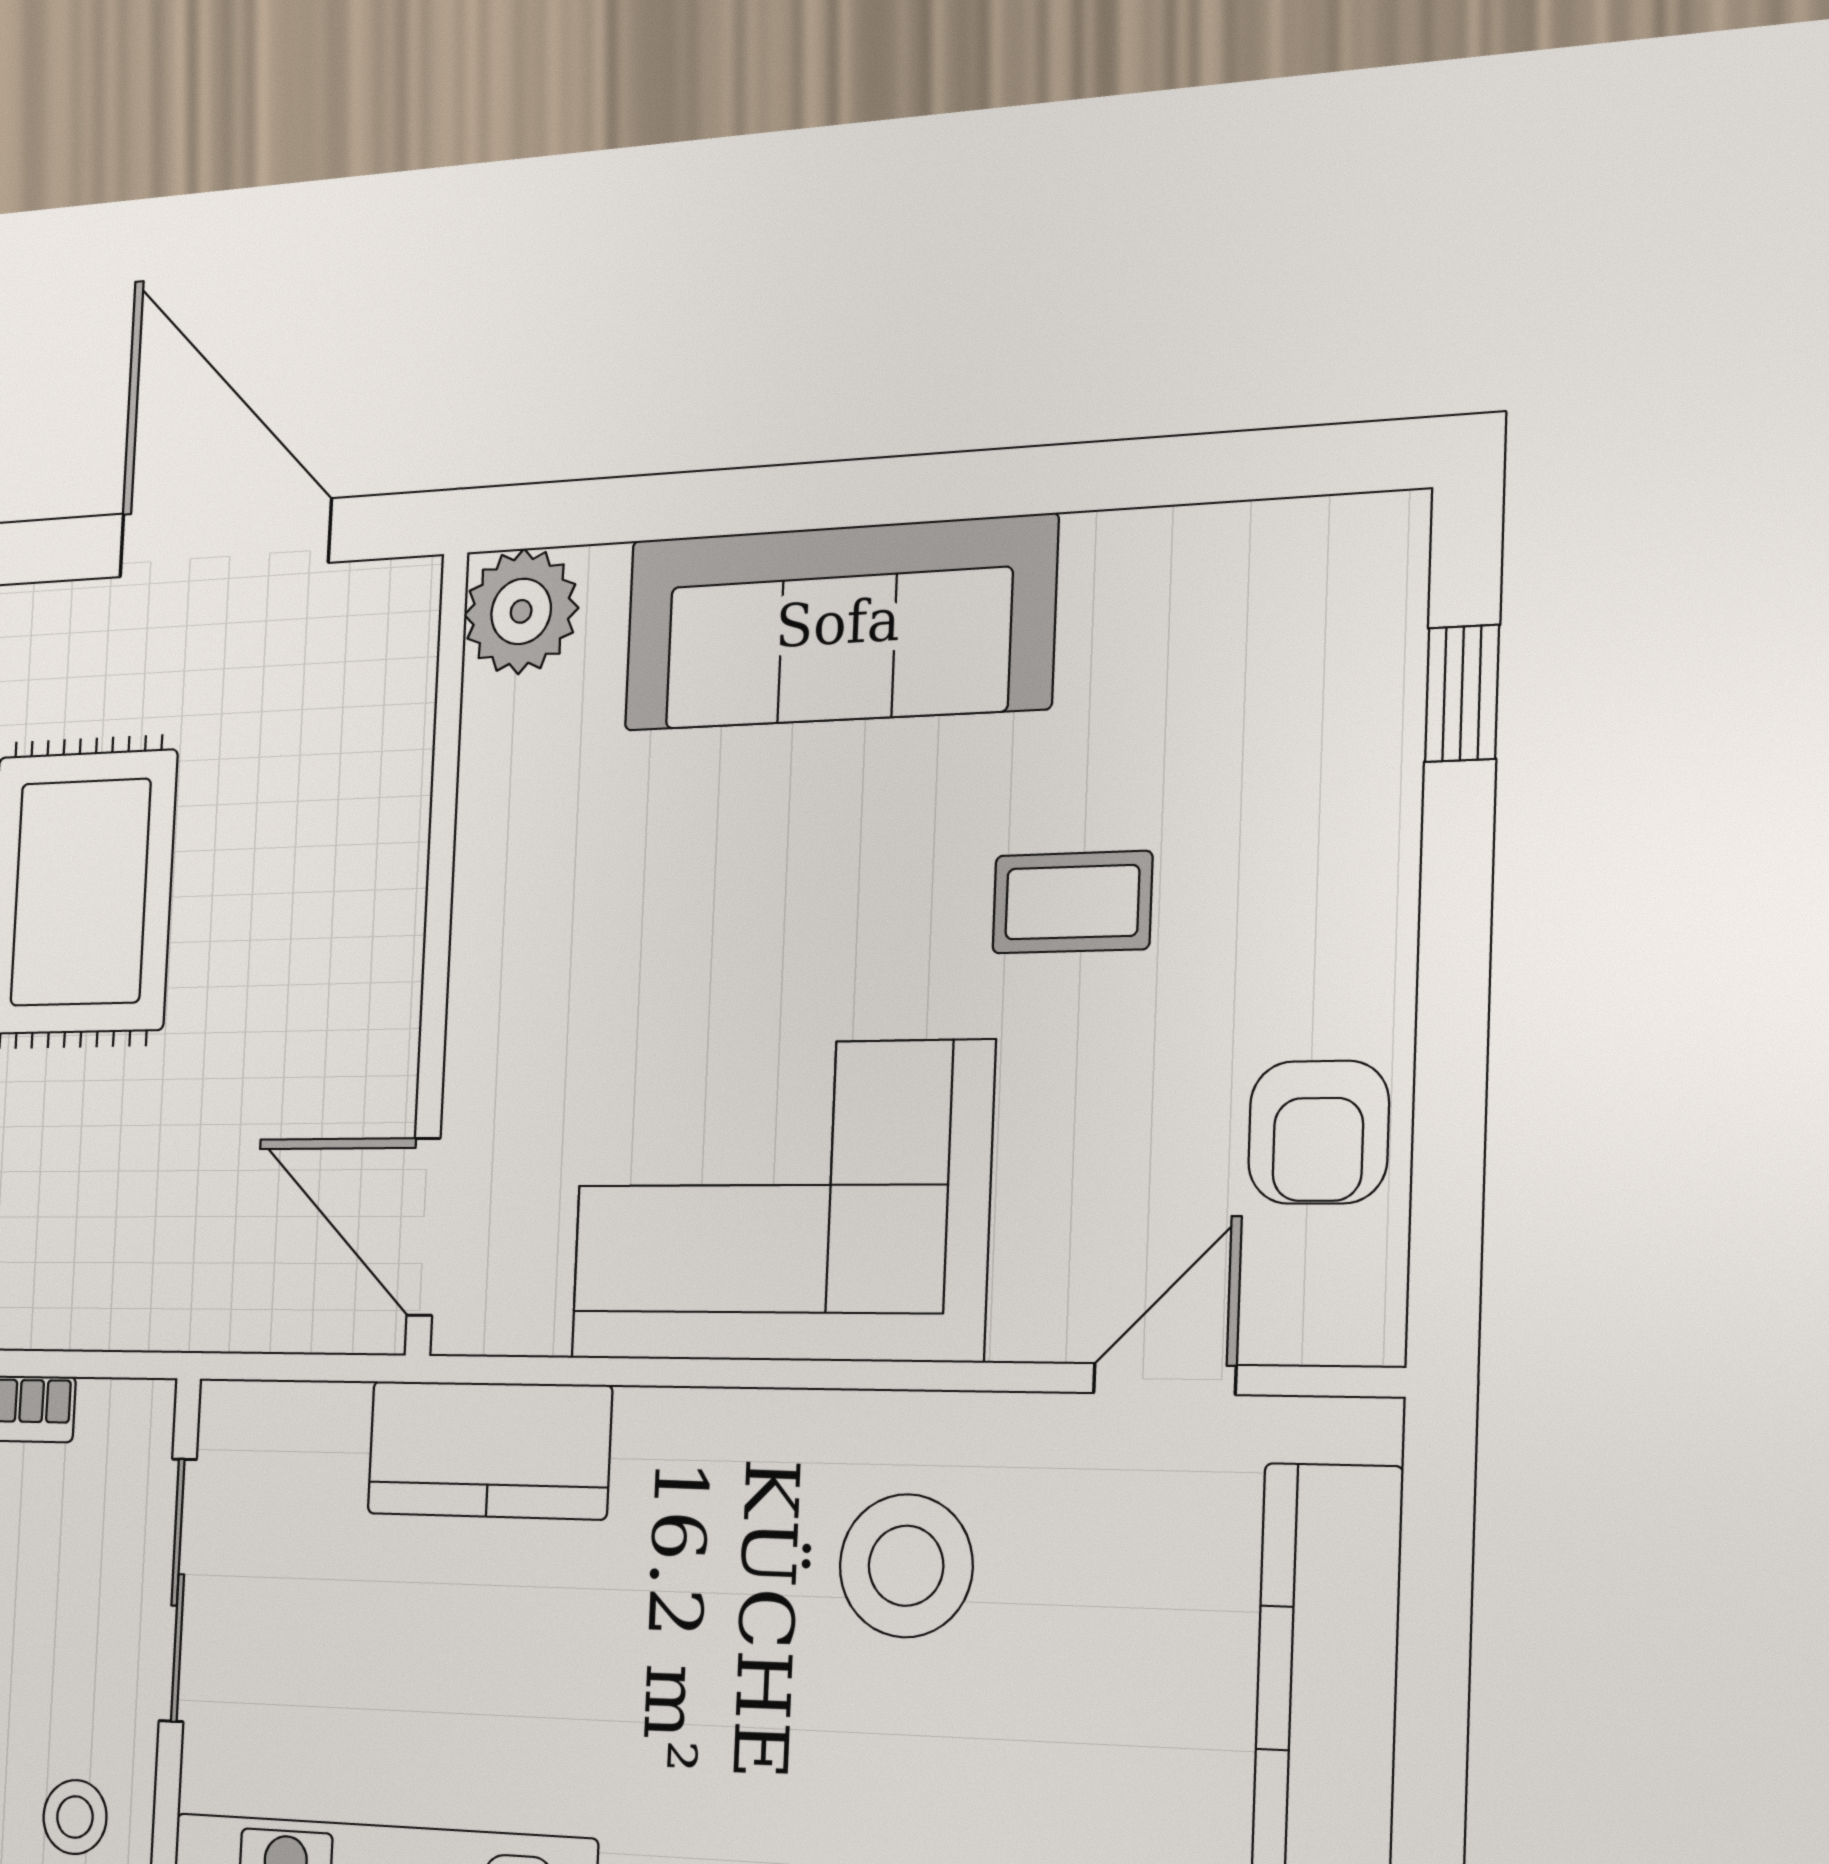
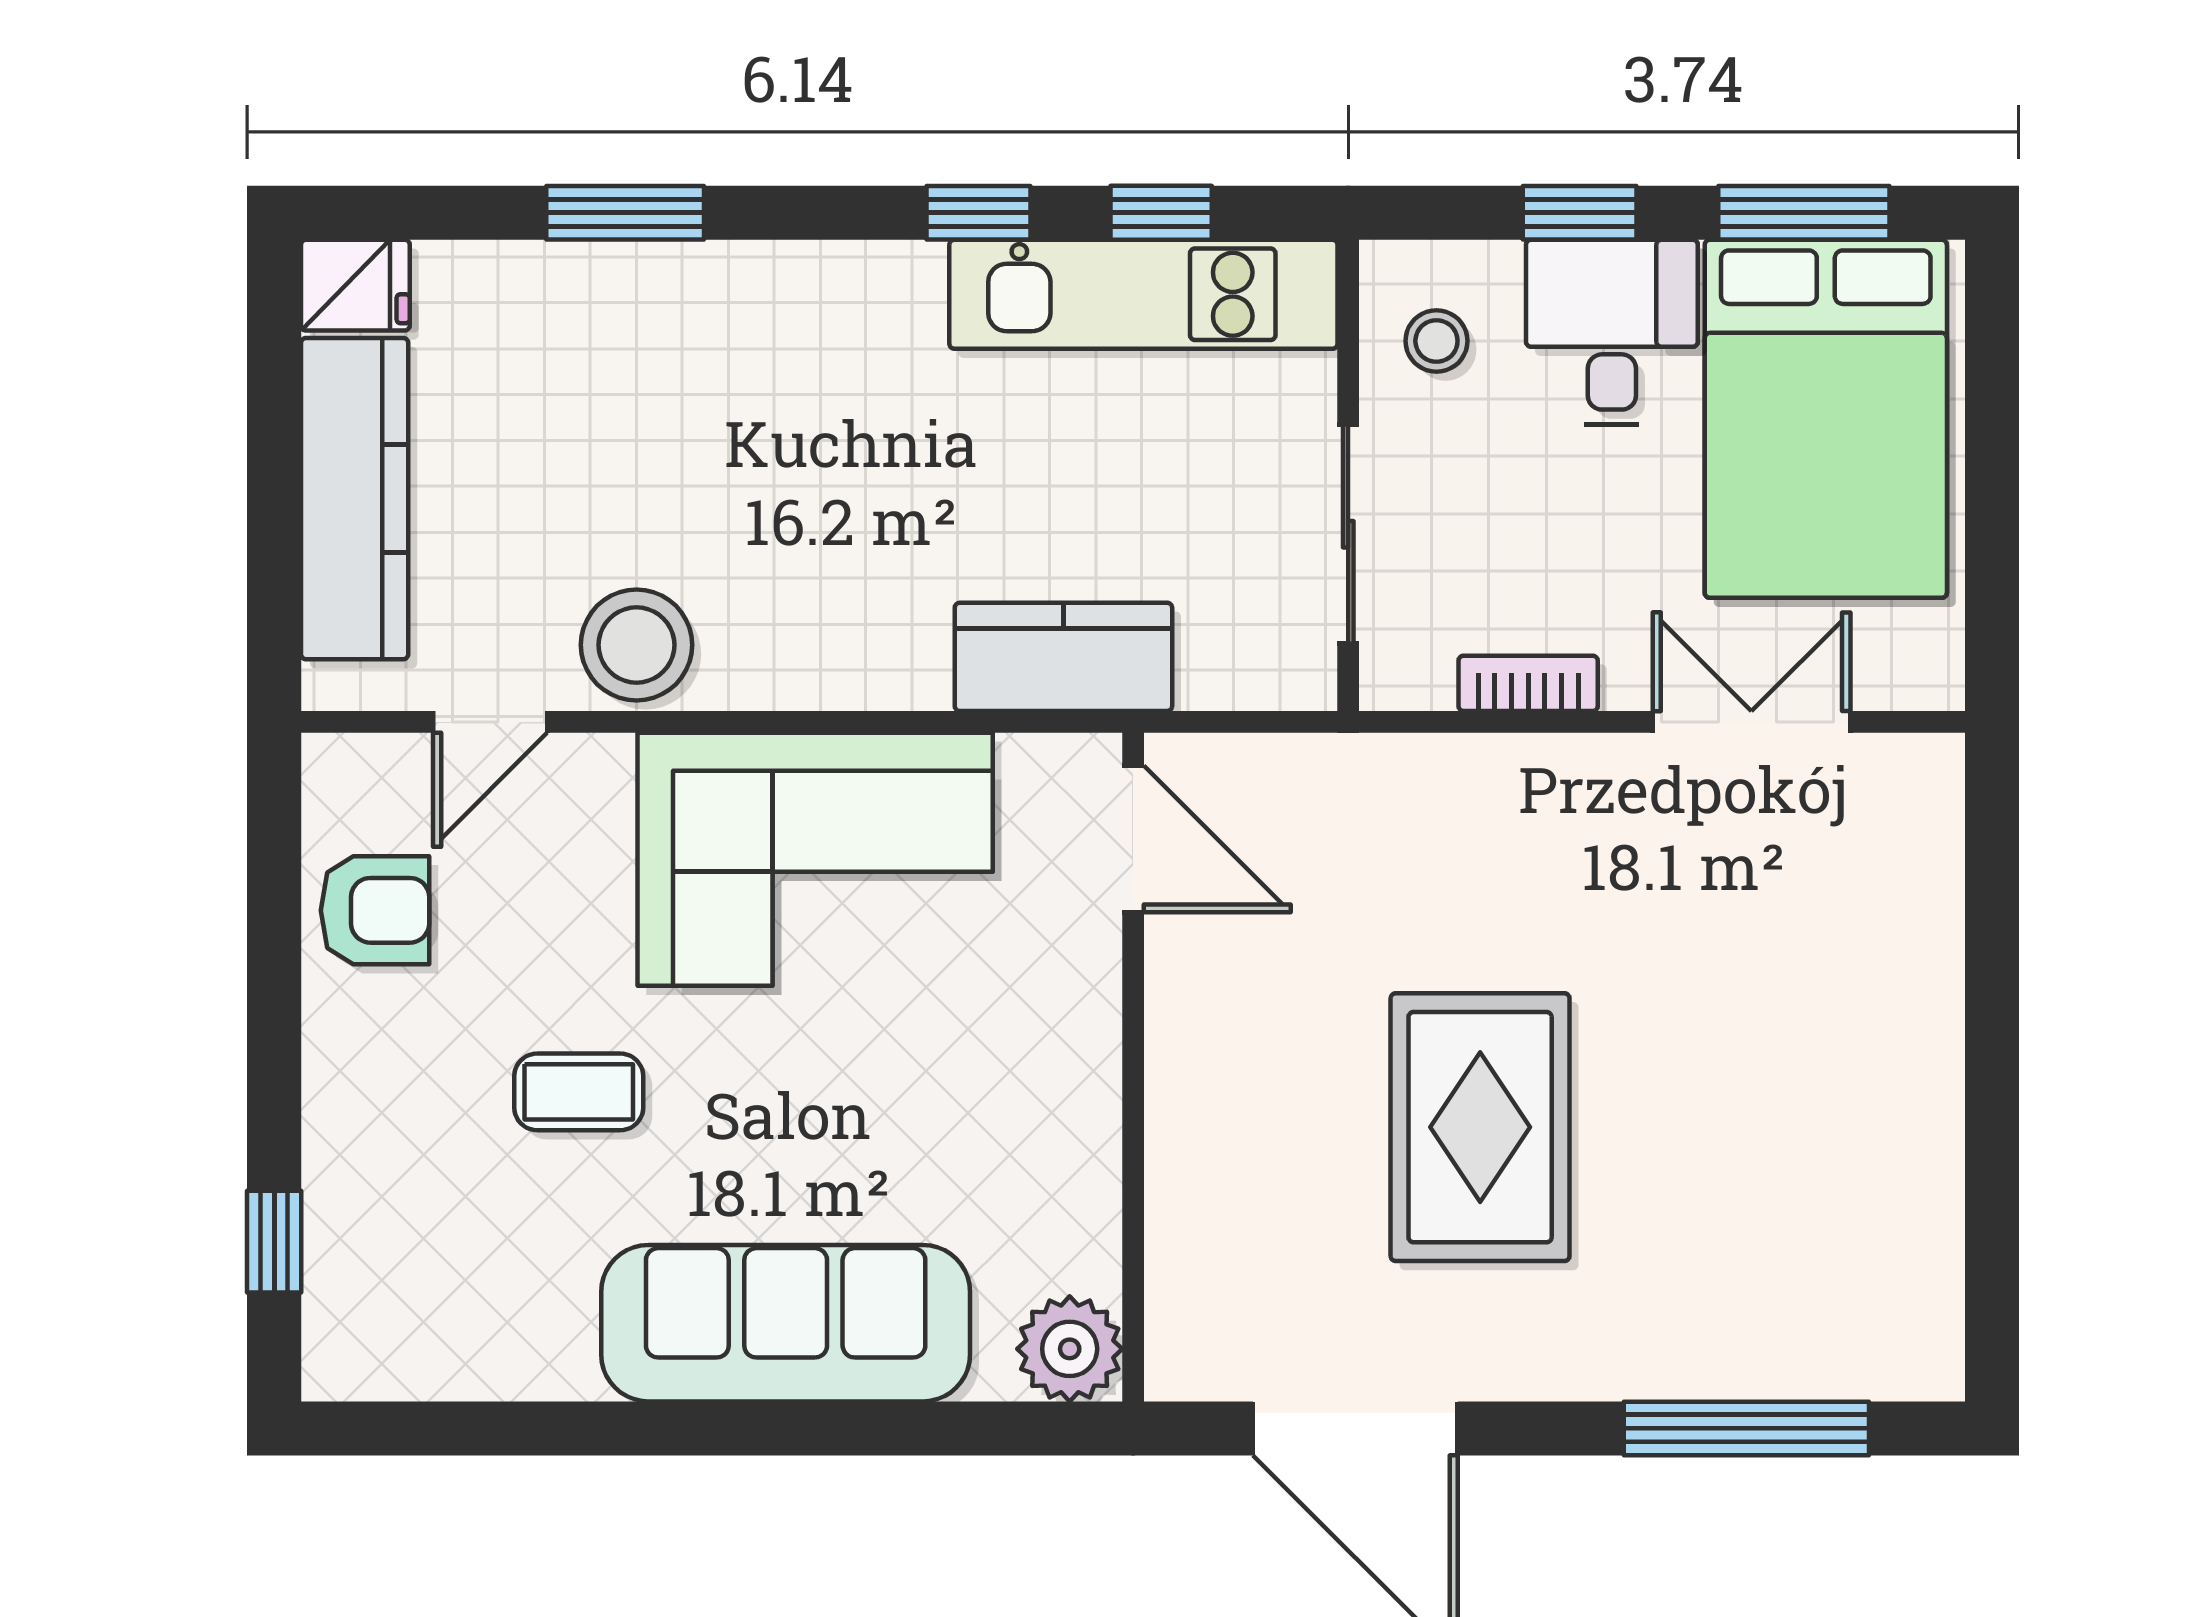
armchair: (1318, 1132) -> (375, 910), turned 90
stool: (906, 1566) -> (636, 645), moved

